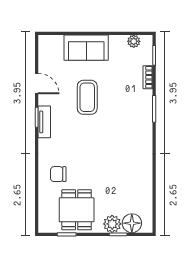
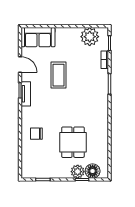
plant: (134, 41) -> (90, 37), width x1.88, depth x1.88
sofa: (86, 48) -> (38, 37), moved
dining table: (77, 210) -> (73, 142), moved

